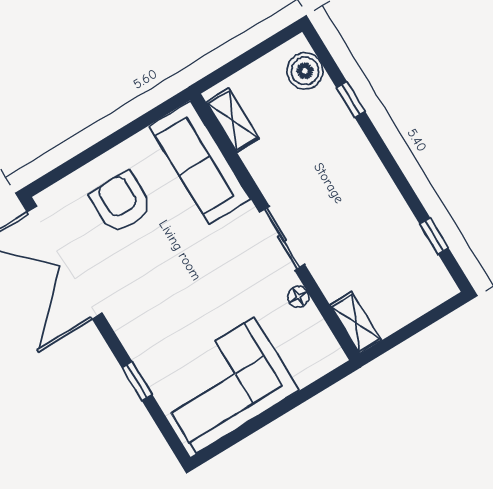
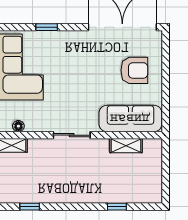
boiler: (305, 71) -> (143, 193), removed
shelving: (233, 120) -> (126, 146), moved
floor lamp: (298, 297) -> (18, 126), moved

